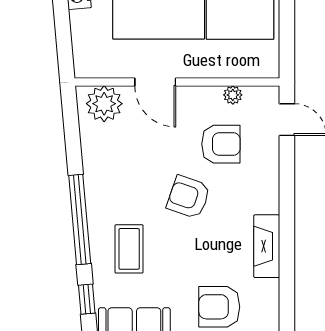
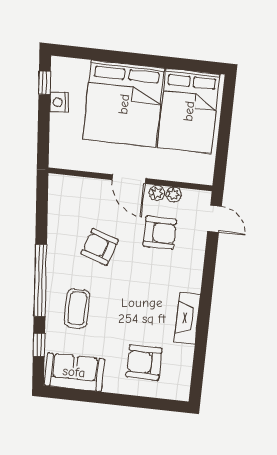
door: (155, 82) -> (129, 179), moved
plant: (104, 104) -> (157, 193), moved, width x0.53, depth x0.53
armchair: (189, 197) -> (100, 247), moved

